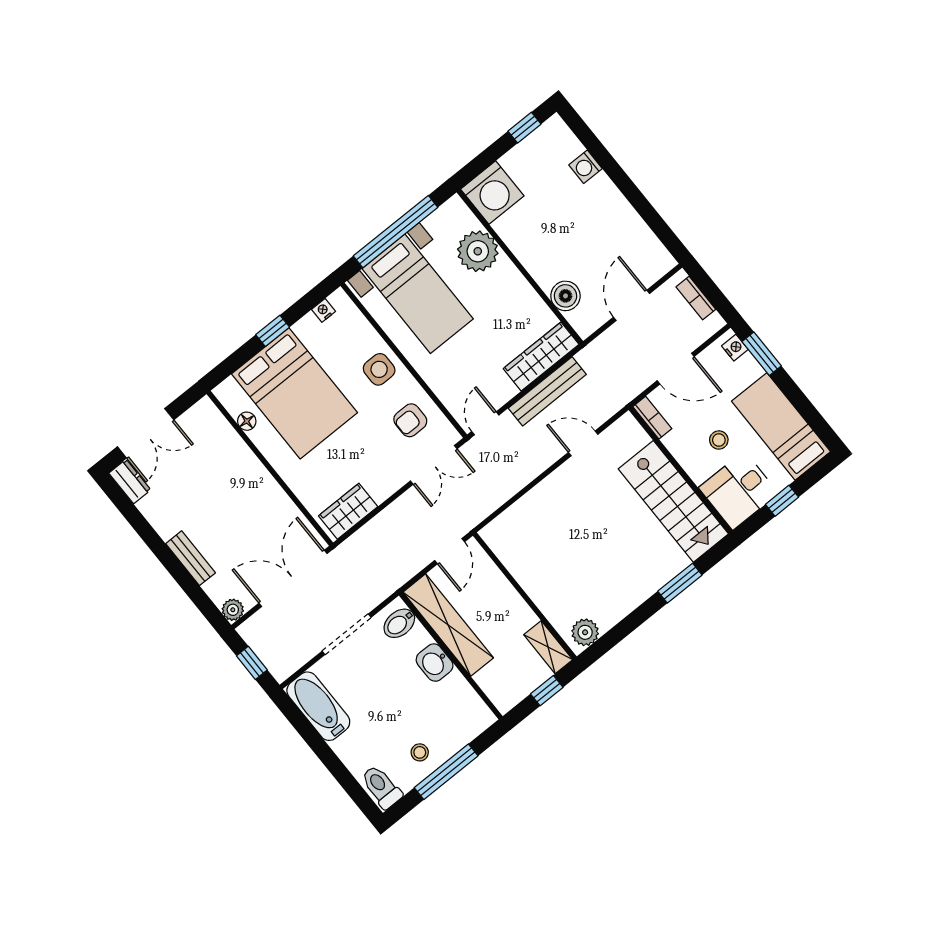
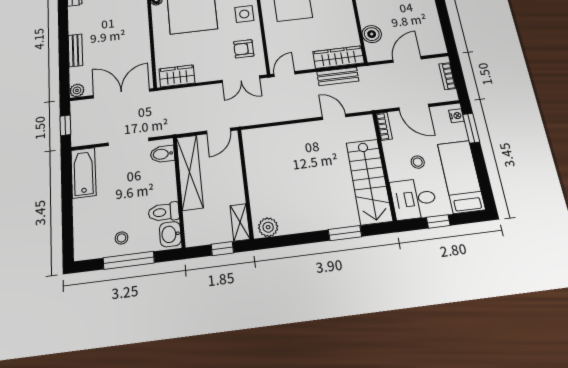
bench: (547, 391) -> (338, 76), width x0.73
washbasin: (435, 663) -> (170, 234), moved
toilet: (381, 787) -> (164, 212), moved, turned -90

